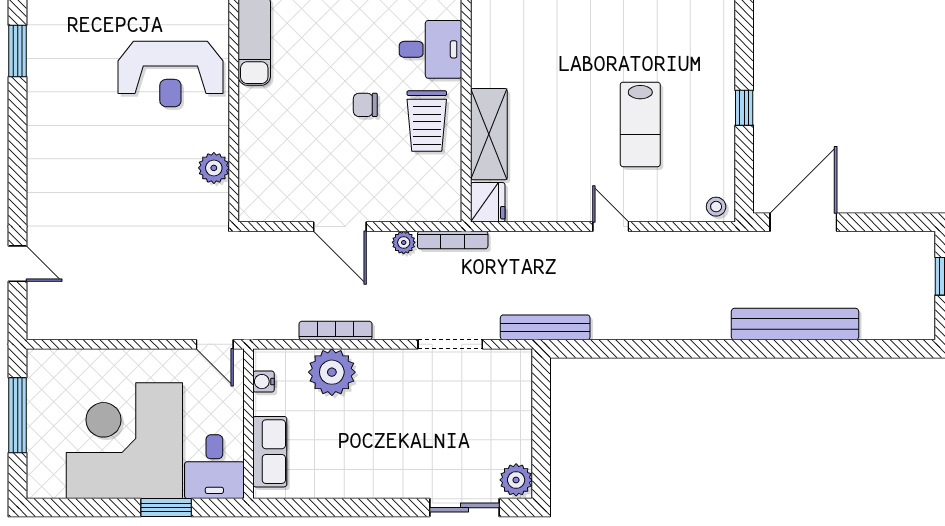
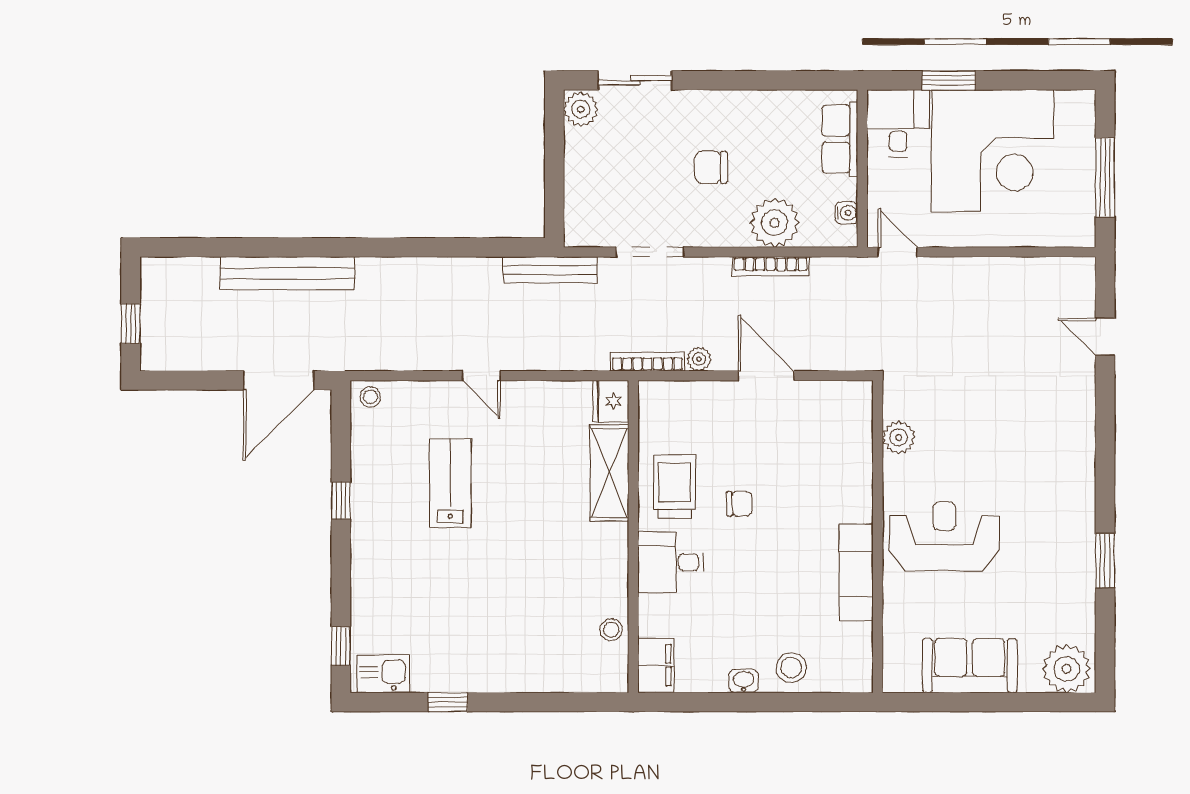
chair: (392, 425) -> (711, 167), added

